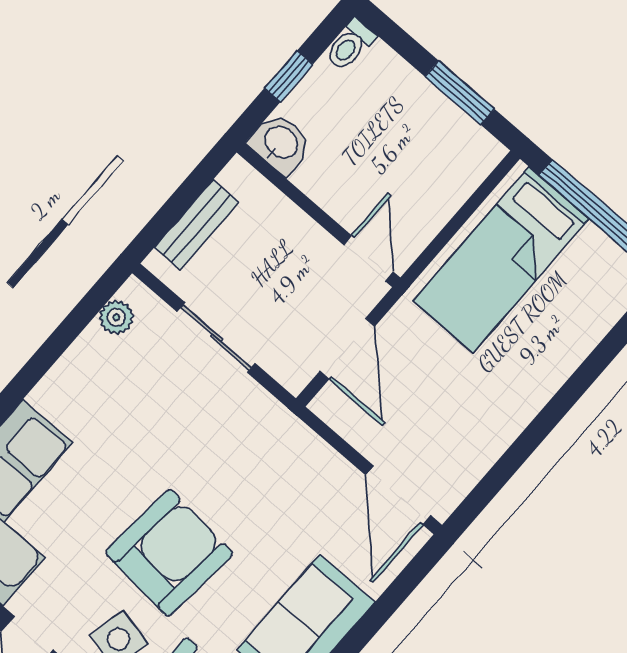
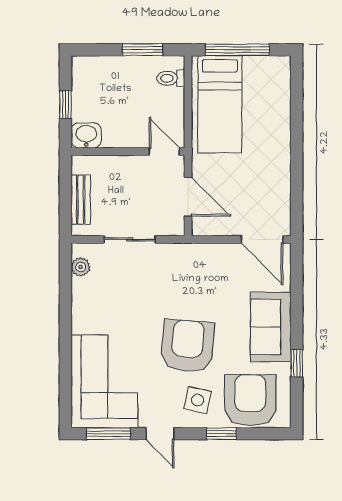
toilet: (350, 45) -> (171, 78), moved, turned 90

